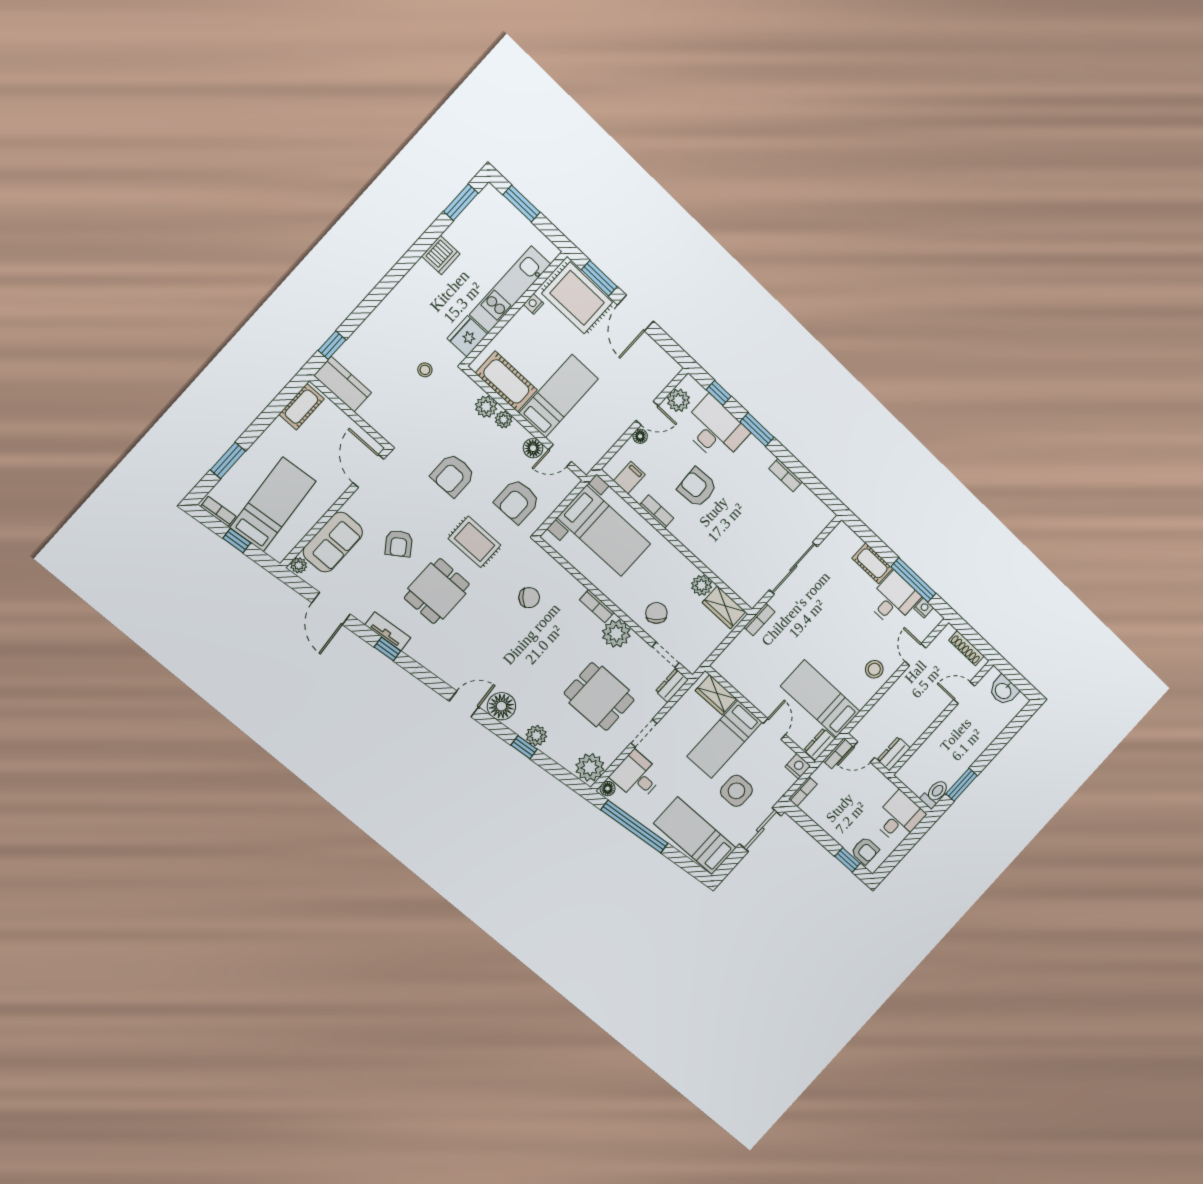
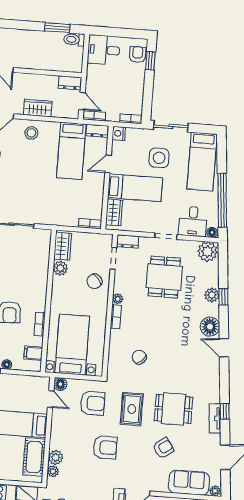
plant: (504, 420) -> (53, 471), moved
floor lamp: (533, 448) -> (60, 384), moved
bookcase: (759, 620) -> (90, 224), moved
plant: (616, 634) -> (118, 299), width x0.53, depth x0.53
wardrobe: (895, 697) -> (38, 108), added

